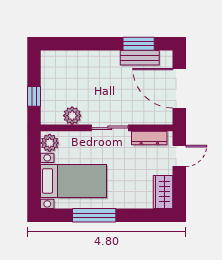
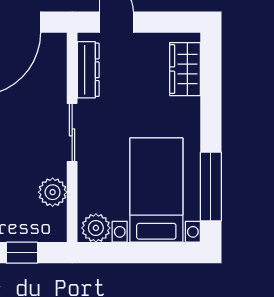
wardrobe: (163, 192) -> (185, 69), moved, turned 90
window: (94, 215) -> (211, 187), moved

